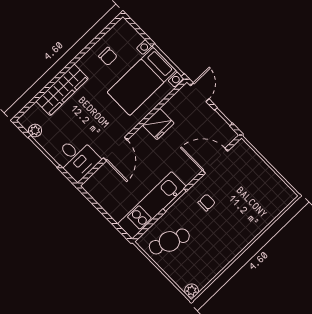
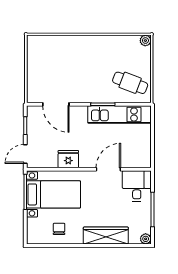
plant: (35, 131) -> (146, 239), moved
chair: (207, 203) -> (85, 84), removed

